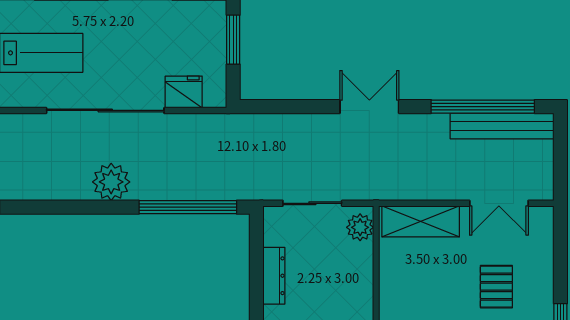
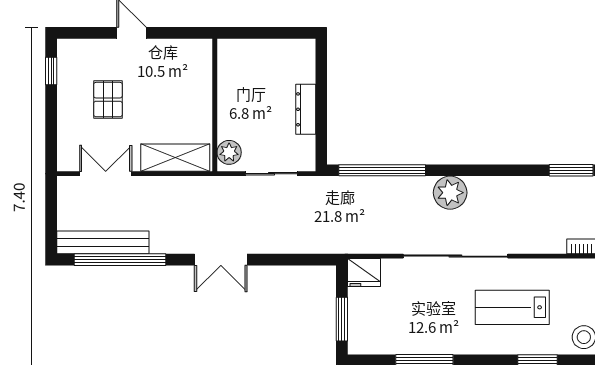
fridge: (184, 92) -> (364, 273), moved

